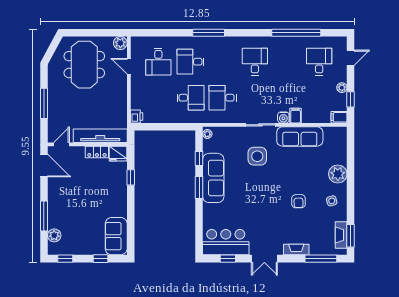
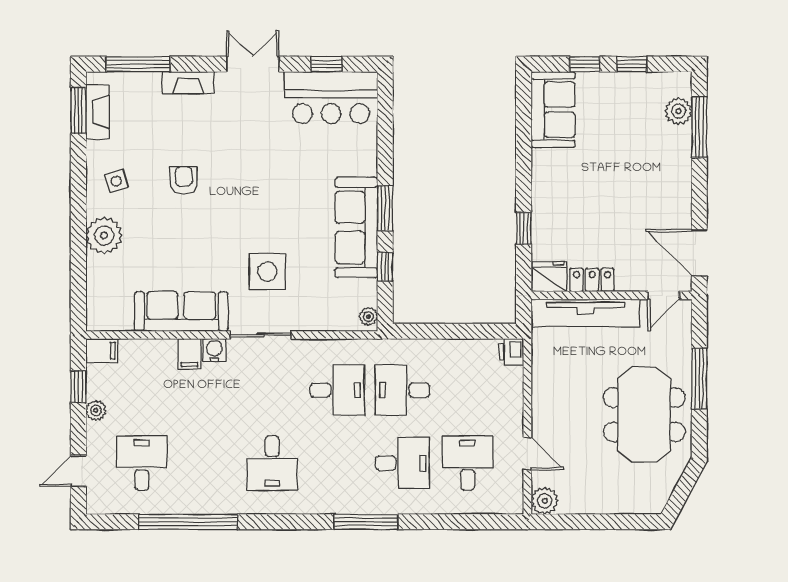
desk: (319, 62) -> (142, 463), turned 180
meeting table: (84, 65) -> (644, 415), moved
window: (44, 216) -> (699, 127), moved
window: (65, 259) -> (632, 64), moved

